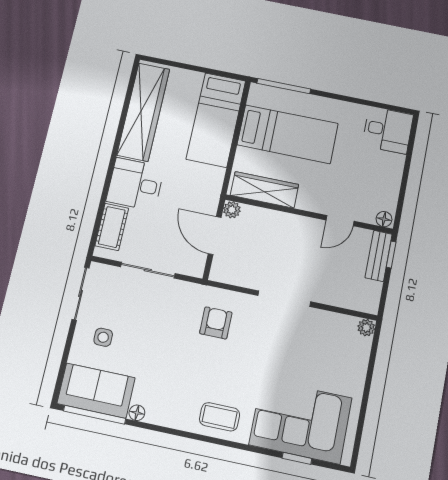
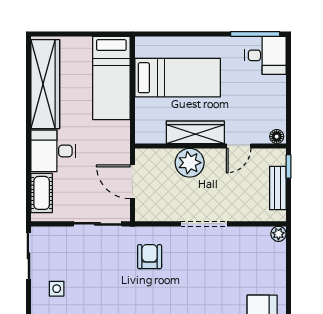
window: (284, 86) -> (255, 34), moved
wardrobe: (264, 190) -> (195, 132), moved
plant: (232, 210) -> (190, 163), moved, width x1.88, depth x1.88
bench: (379, 256) -> (278, 188), moved
sliding door: (148, 270) -> (98, 224), moved

